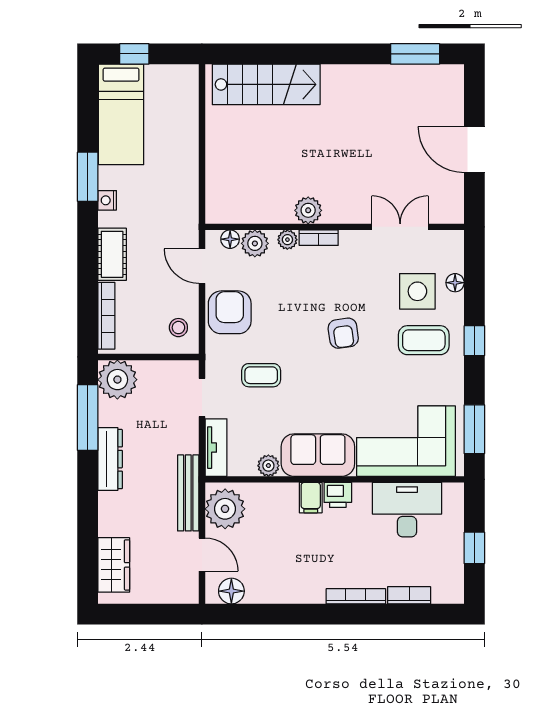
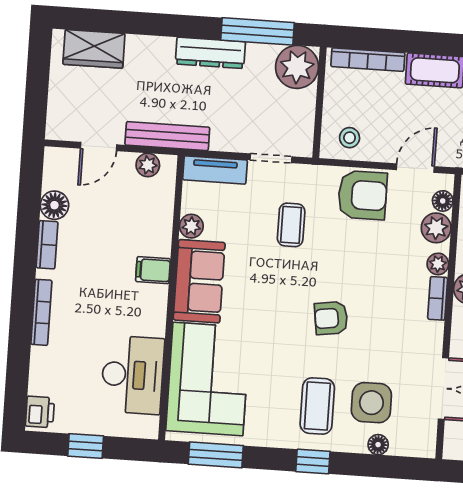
printer: (338, 495) -> (40, 412), moved, turned 180
plant: (225, 509) -> (148, 165), width x0.53, depth x0.53
floor lamp: (231, 591) -> (54, 205), moved
bookcase: (409, 595) -> (47, 245), moved

